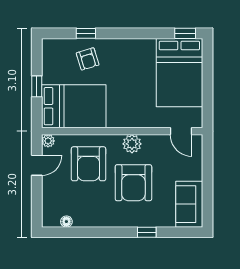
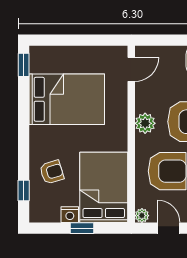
window: (86, 33) -> (24, 190), moved
bed: (179, 73) -> (67, 99), moved
nightstand: (49, 75) -> (70, 215), added

